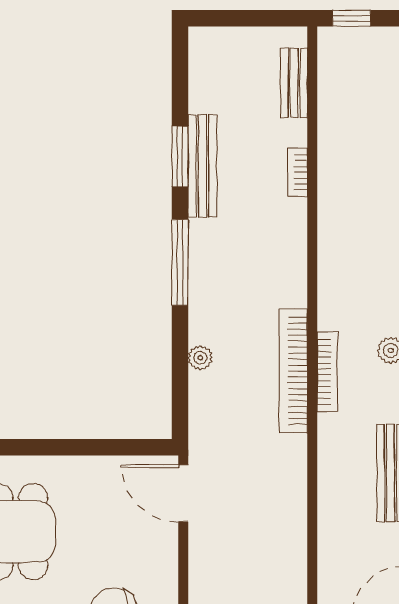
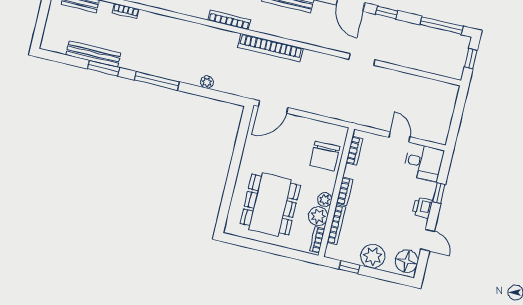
bench: (202, 166) -> (93, 54), moved
bookcase: (293, 371) -> (270, 48), moved

